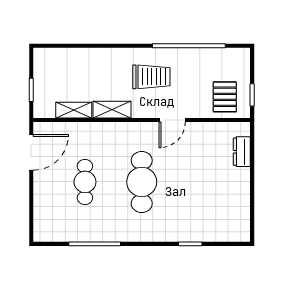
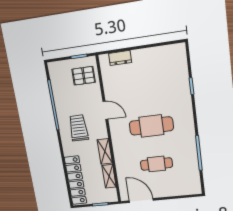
locker: (73, 59) -> (76, 180), added

